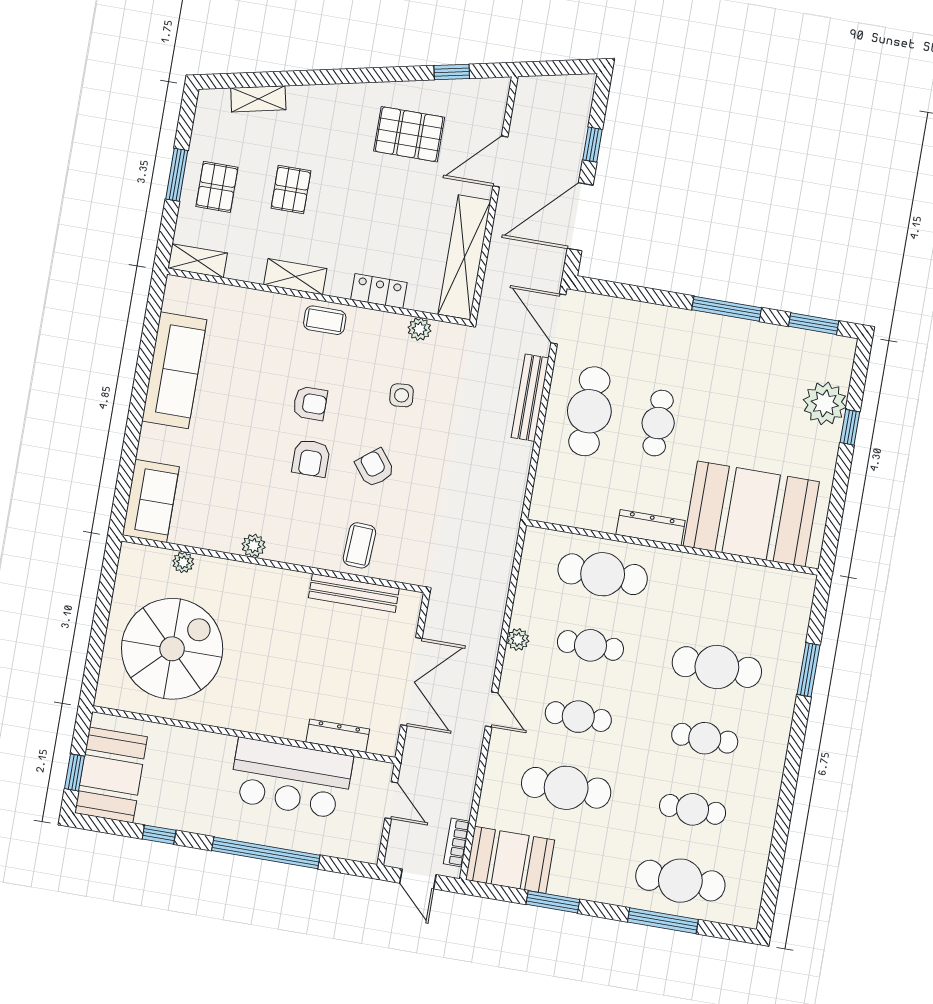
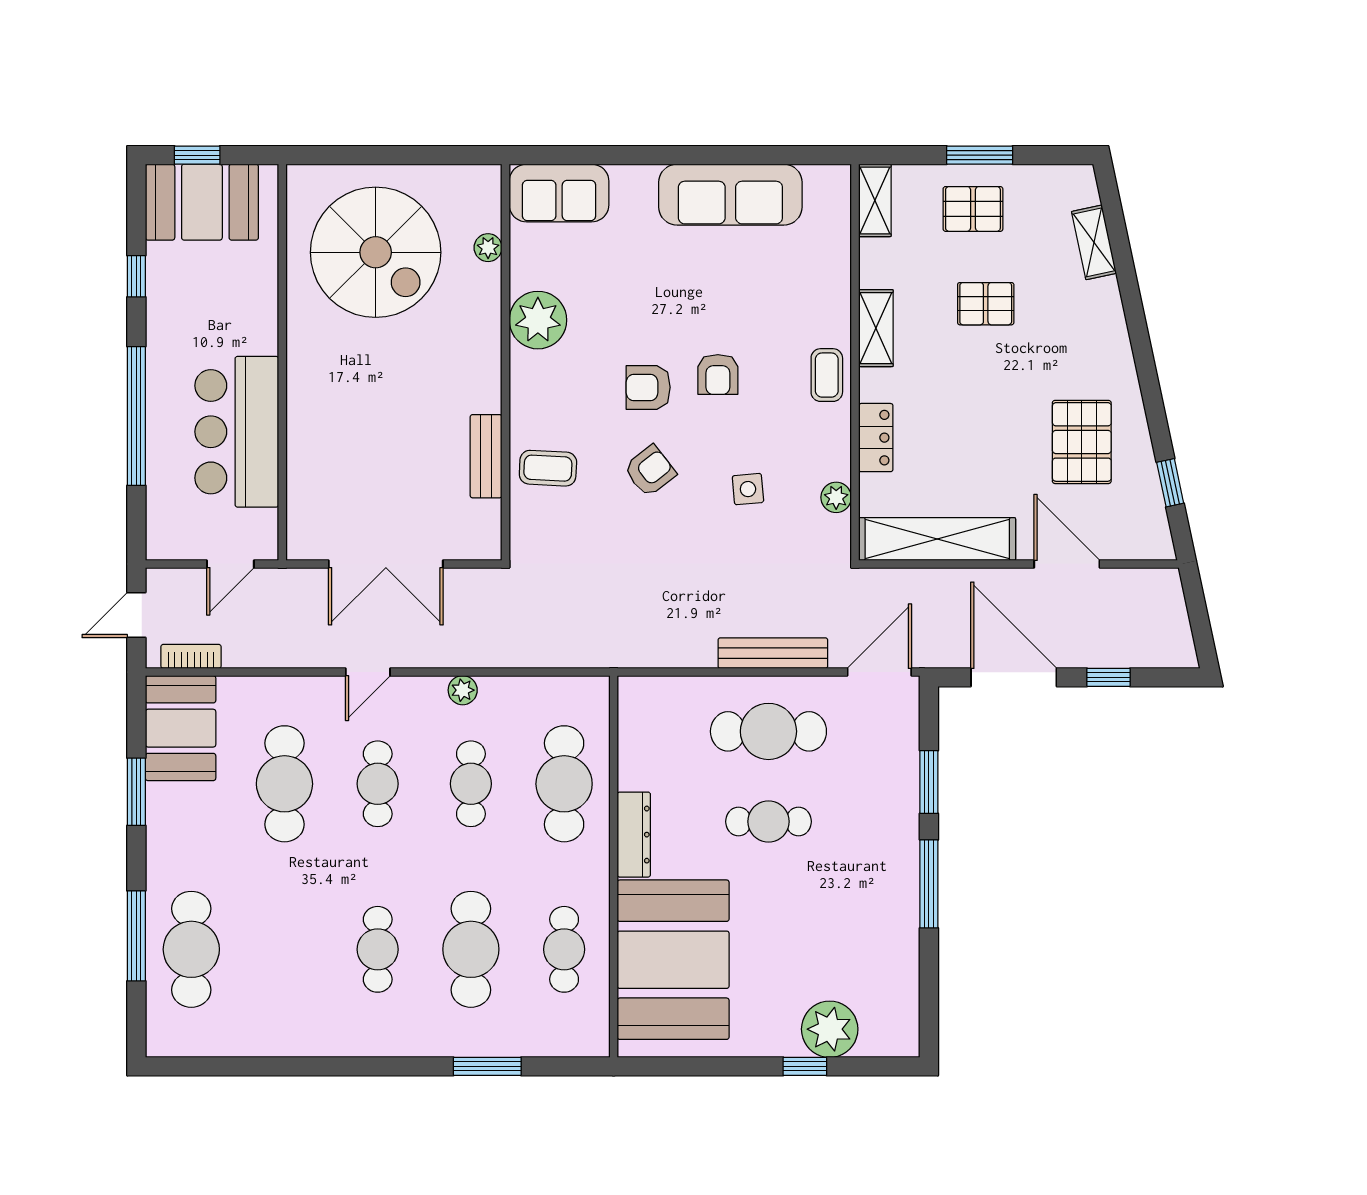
window: (814, 324) -> (929, 782), moved
plant: (254, 546) -> (538, 320), width x1.88, depth x1.88
bench: (354, 593) -> (486, 456), width x0.73
dresser: (338, 736) -> (301, 482), removed
cafe table: (693, 809) -> (564, 949), moved

